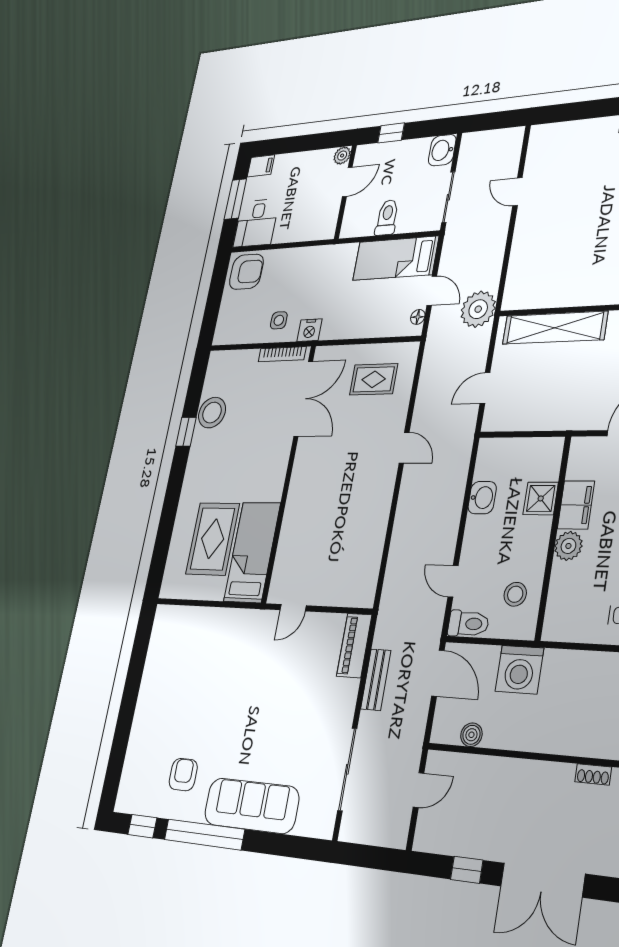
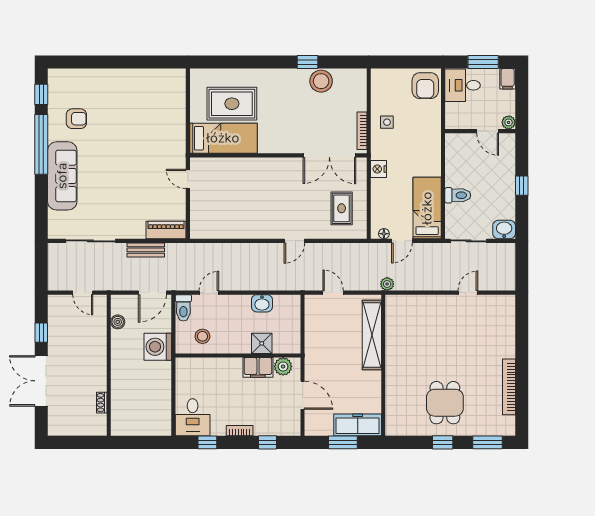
plant: (342, 156) -> (509, 122), moved
door: (347, 182) -> (488, 131), moved
wall: (345, 192) -> (480, 131), moved
plant: (478, 309) -> (387, 284), width x0.53, depth x0.53
nightstand: (309, 330) -> (379, 169), moved
plant: (568, 546) -> (283, 366), moved

